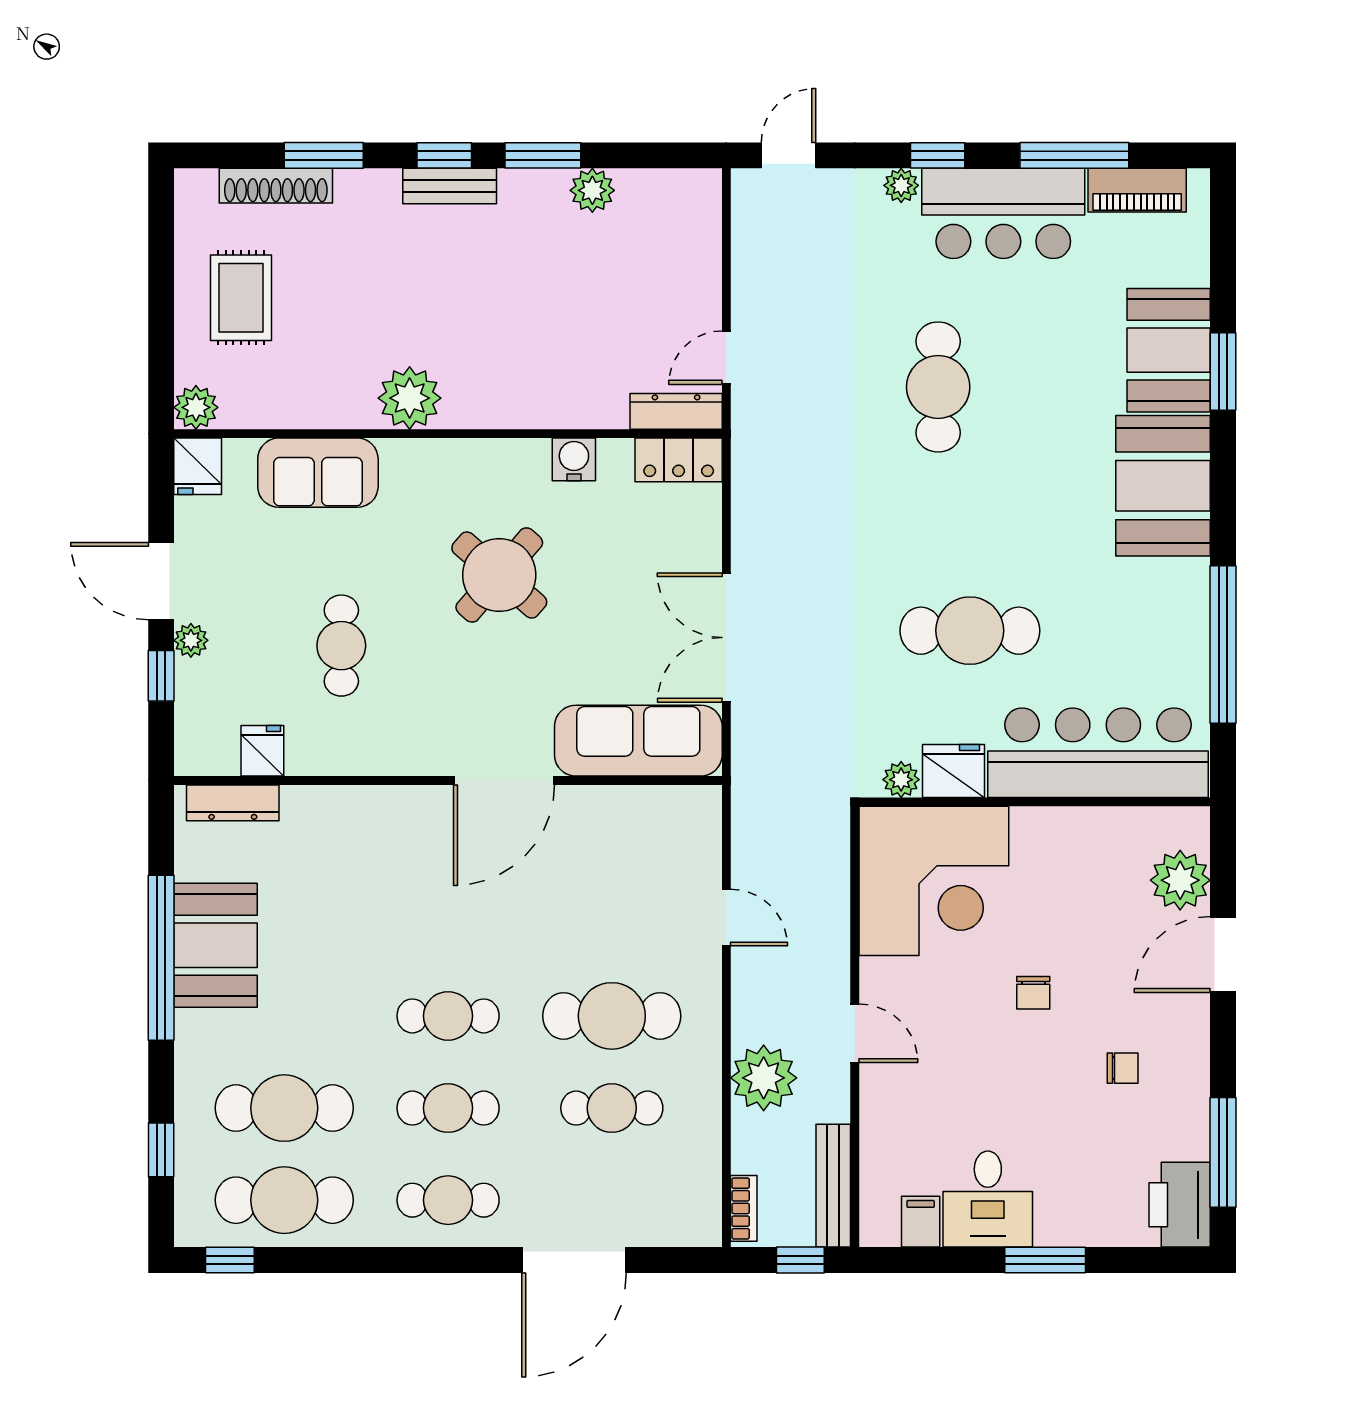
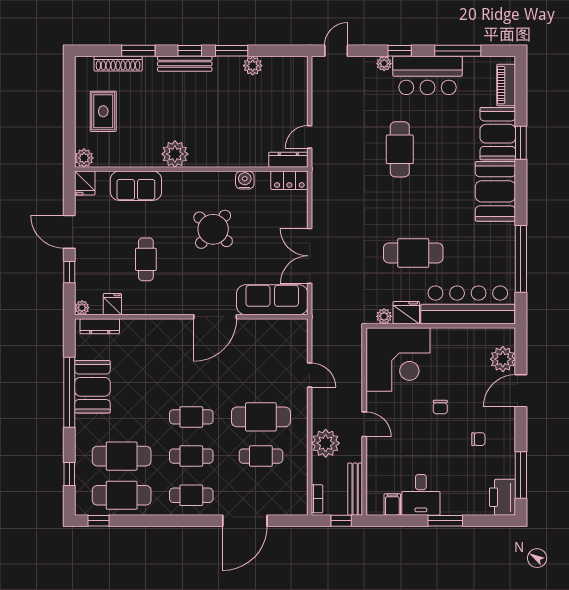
bench: (450, 186) -> (185, 64), width x1.36
piano: (1137, 190) -> (506, 85), moved, turned 90
plant: (191, 640) -> (82, 308), moved

